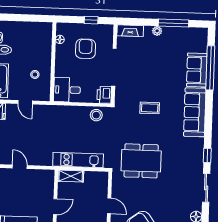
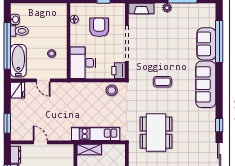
desk: (67, 90) -> (83, 63), width x1.37
dining table: (141, 161) -> (156, 133), turned 90

